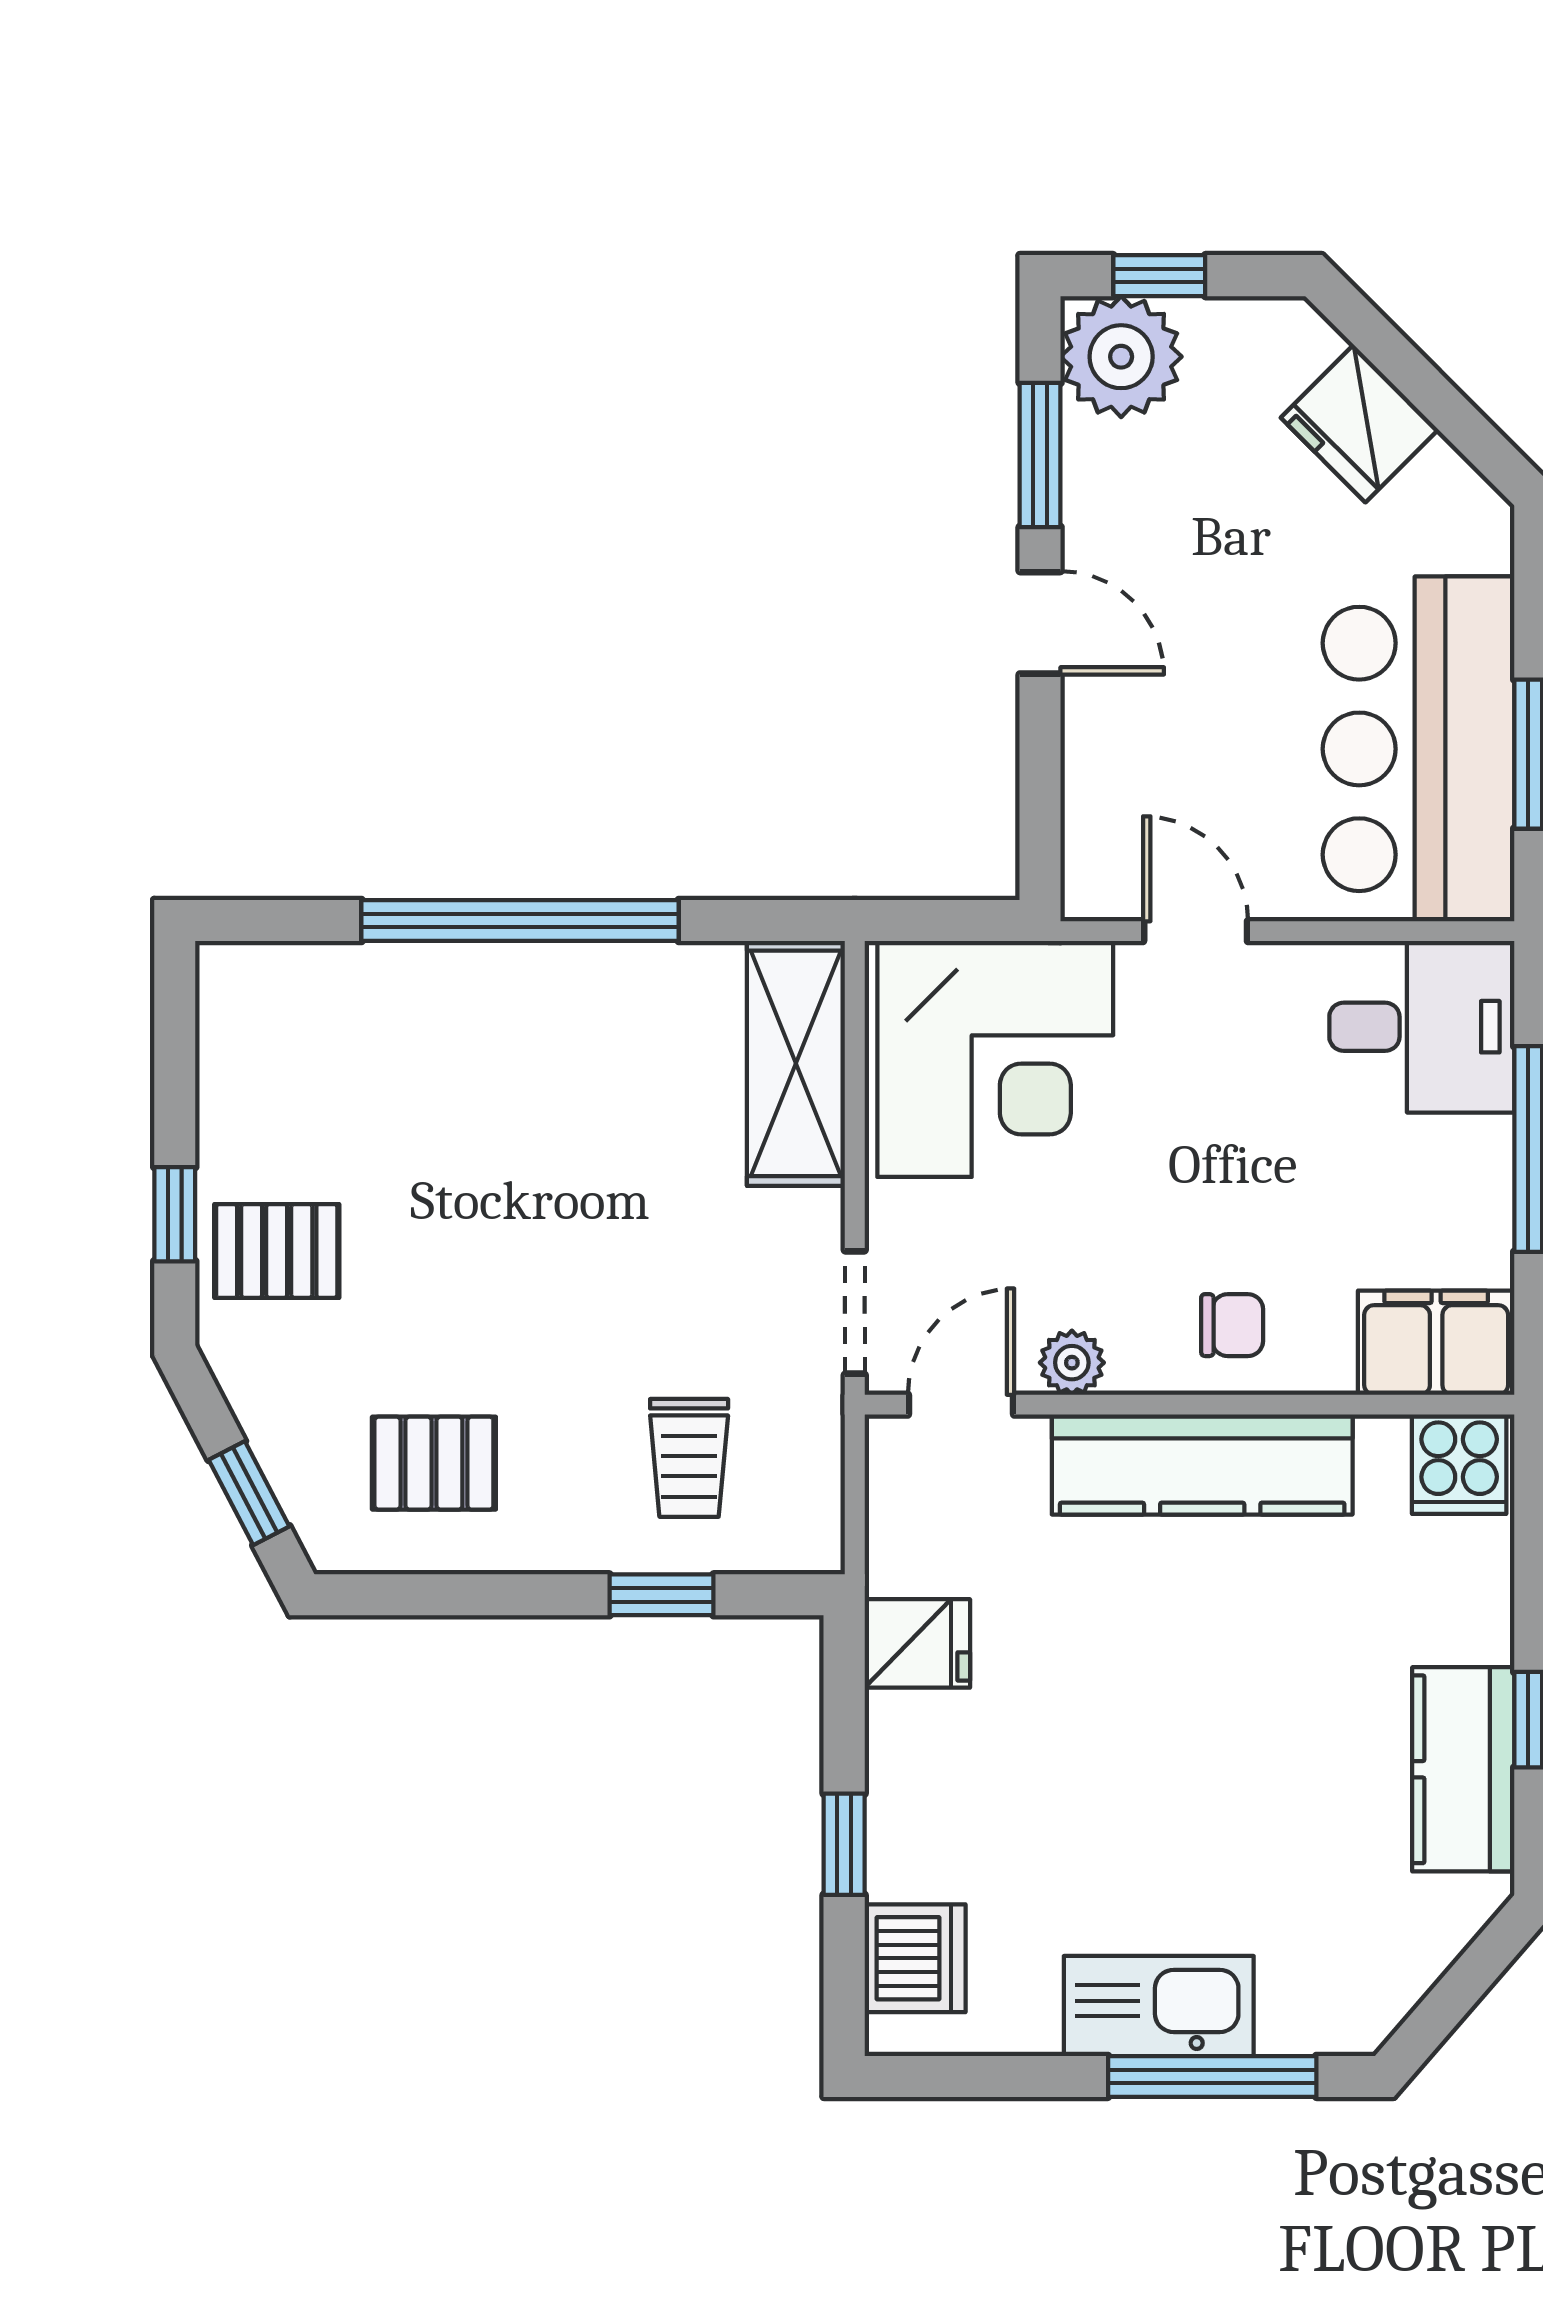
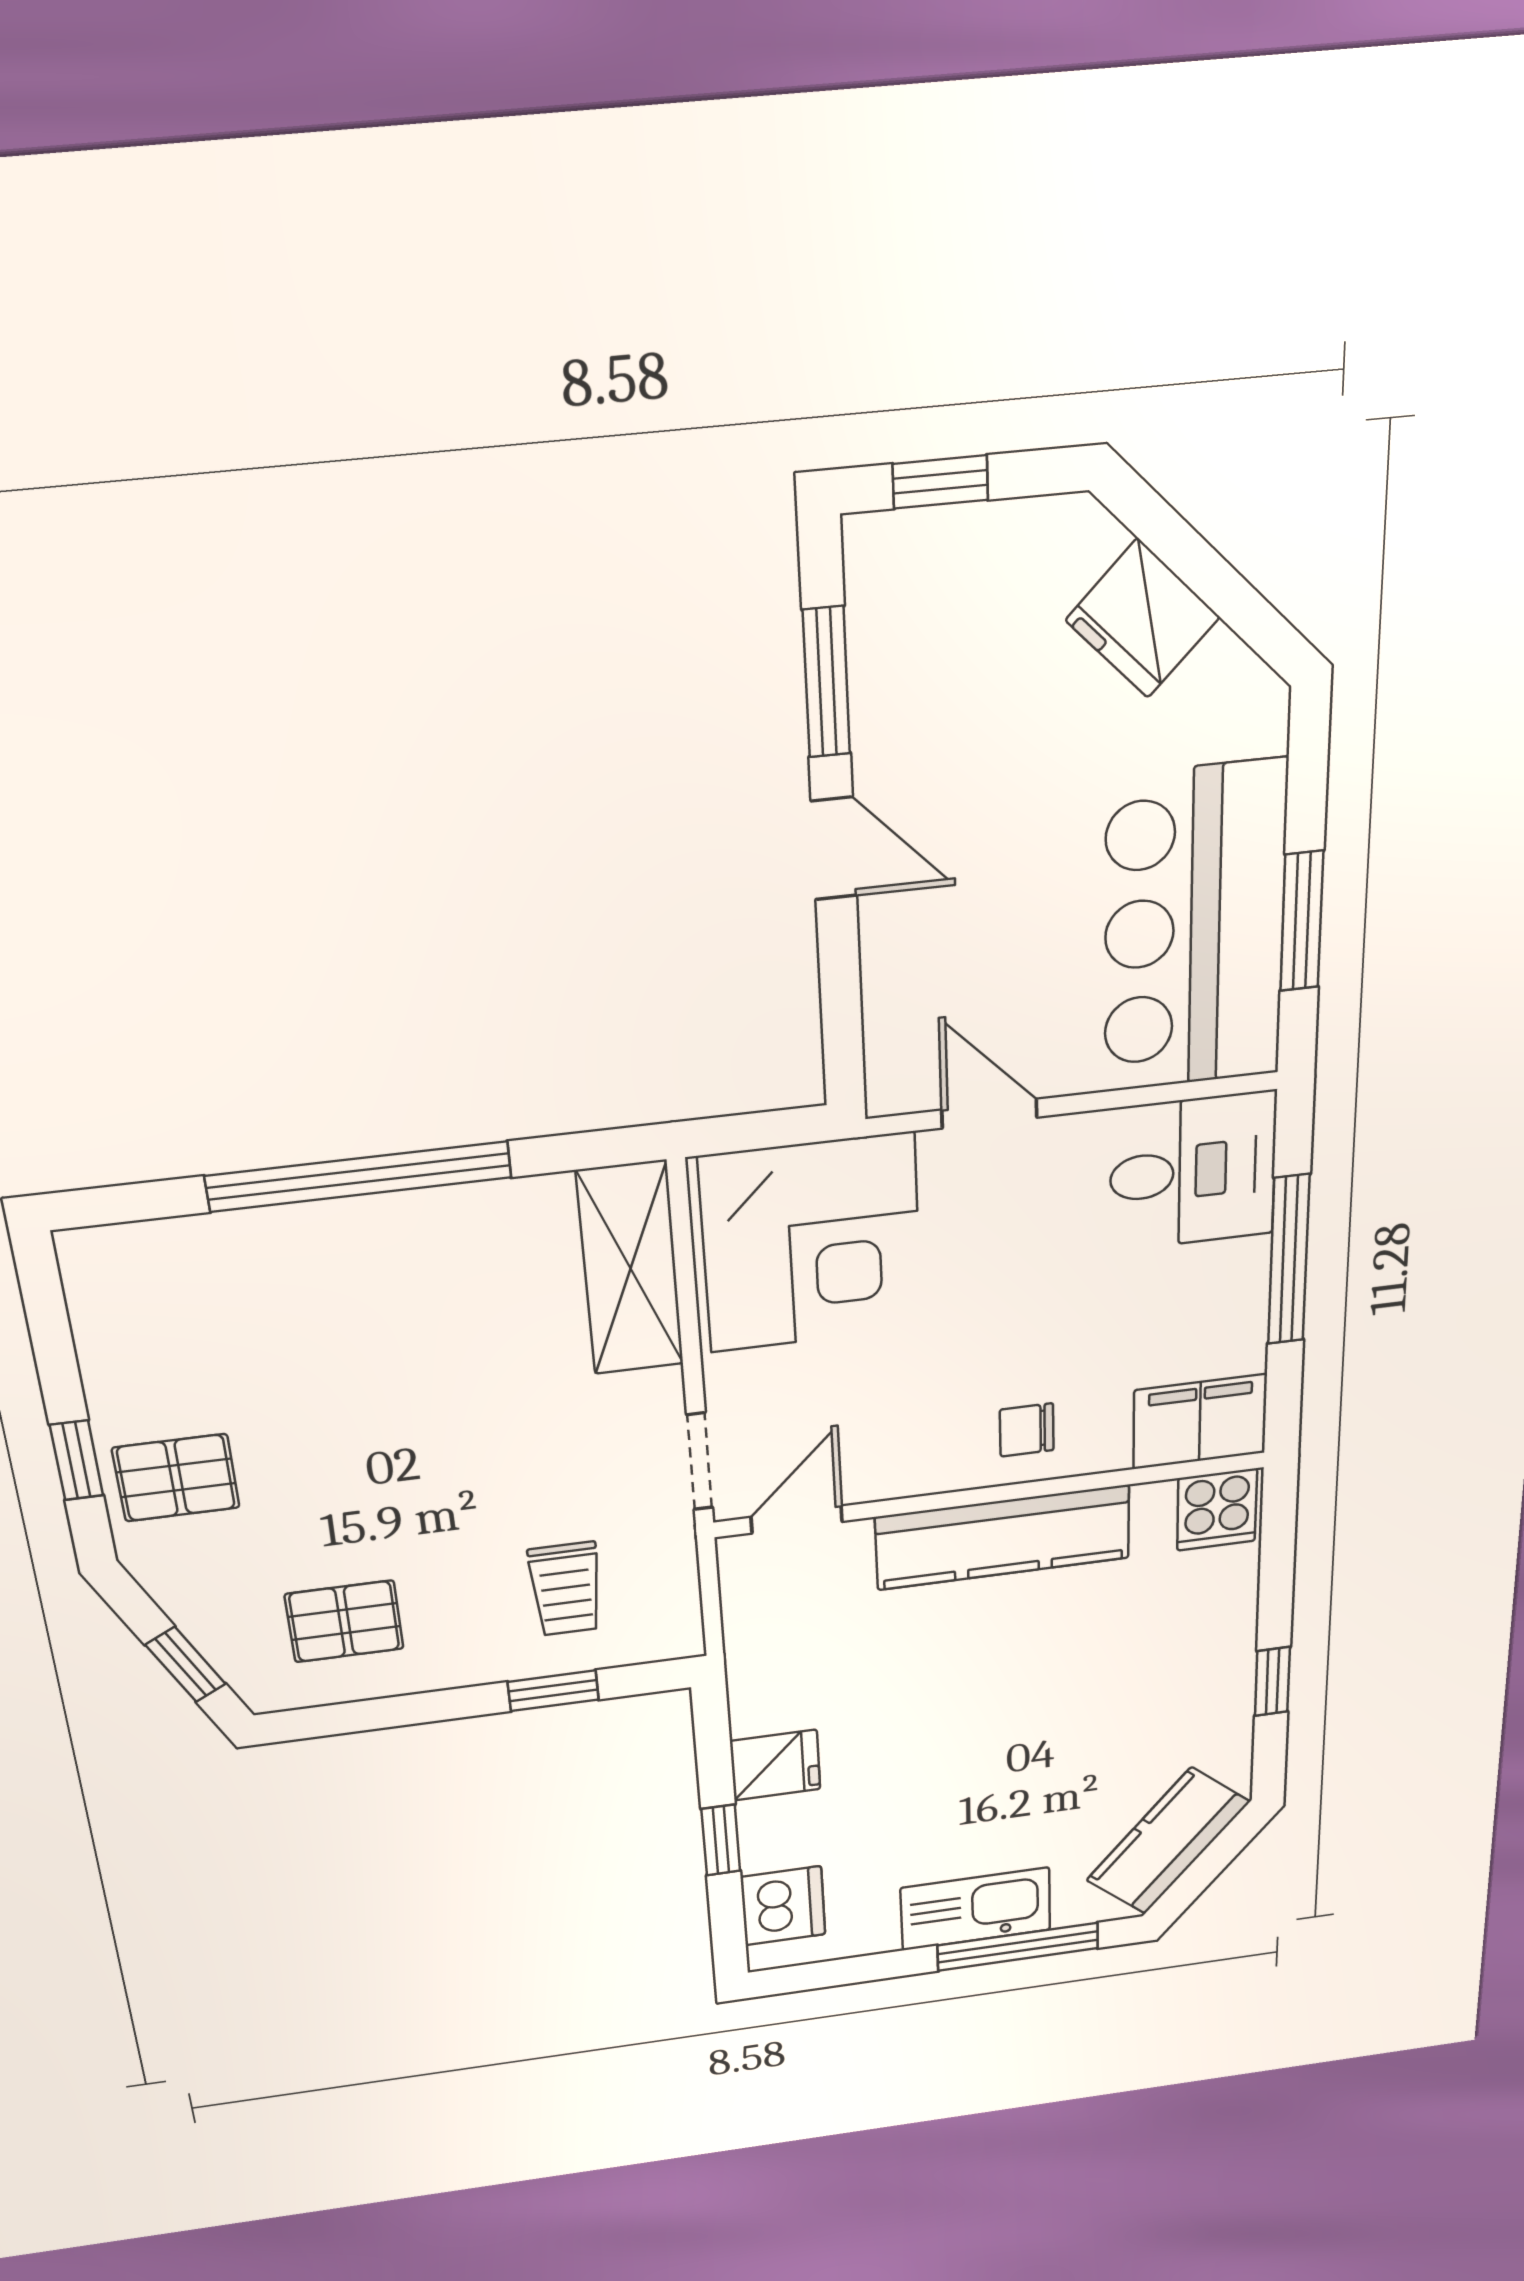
plant: (1121, 357) -> (904, 572), removed
chair: (1232, 1325) -> (1027, 1430), turned 180
plant: (1072, 1363) -> (890, 1476), removed
fridge: (917, 1643) -> (775, 1765), moved
kitchen counter: (1463, 1769) -> (1168, 1841), moved, turned 41

